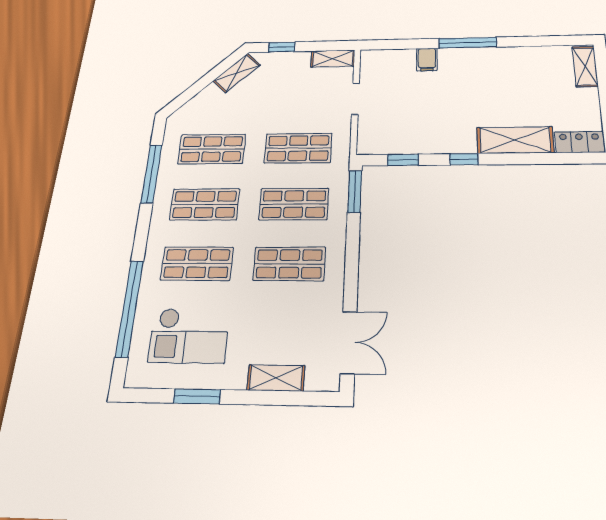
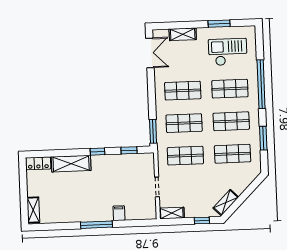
window: (152, 174) -> (263, 138), width x0.69
window: (129, 308) -> (261, 84), moved
double door: (349, 342) -> (150, 53), swing flipped

